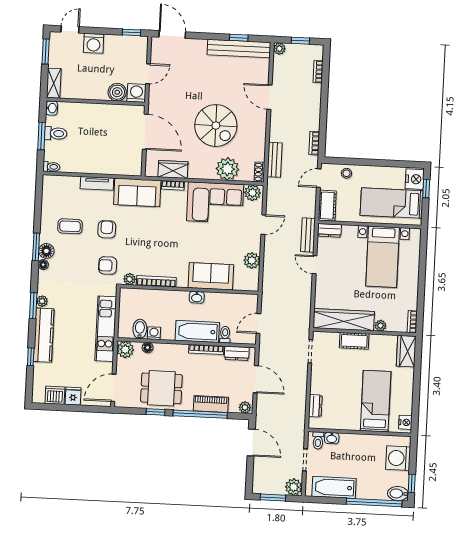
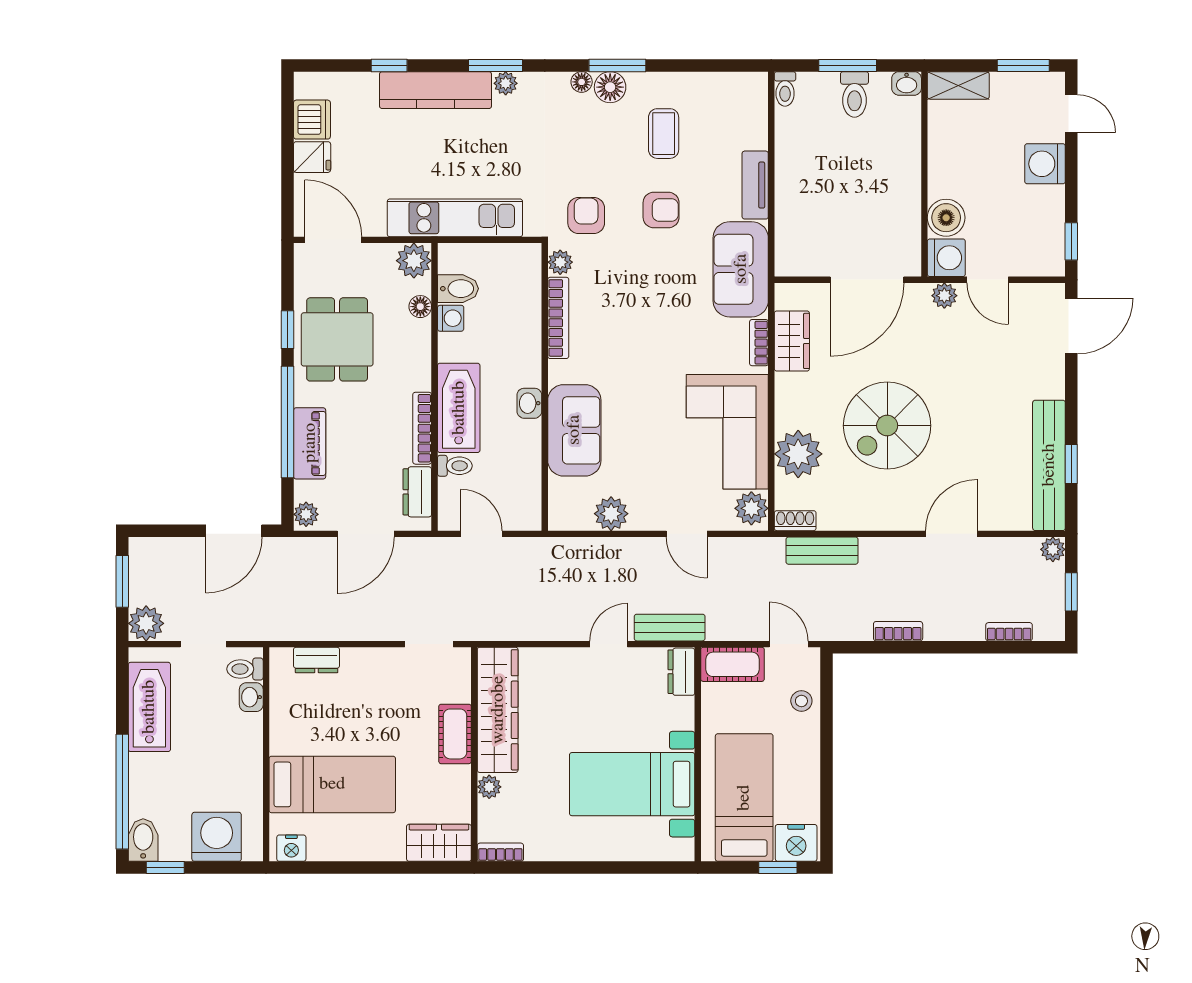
plant: (155, 95) -> (944, 296), added
bookcase: (314, 143) -> (898, 631), moved

